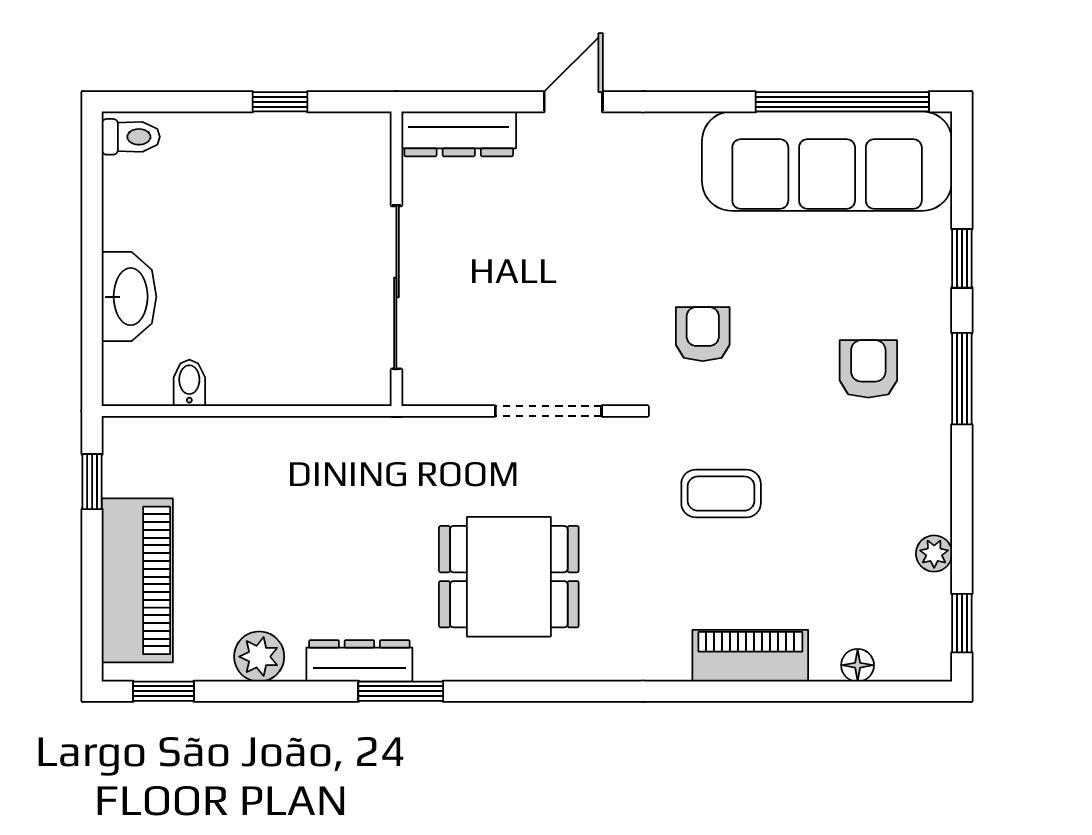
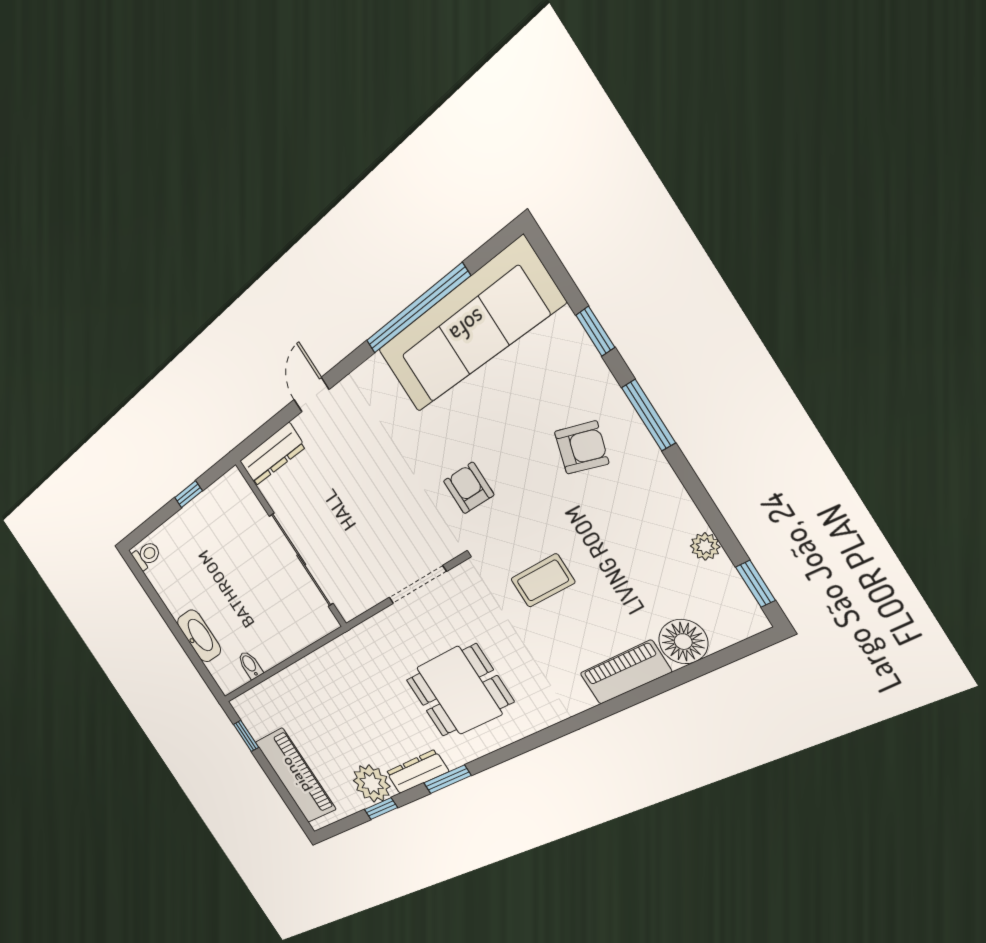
window: (842, 102) -> (417, 309), moved
armchair: (868, 369) -> (582, 448), turned 107
plant: (259, 657) -> (372, 783), width x1.36, depth x1.36
floor lamp: (858, 665) -> (683, 642), width x1.89, depth x1.89
window: (164, 691) -> (381, 809), moved

